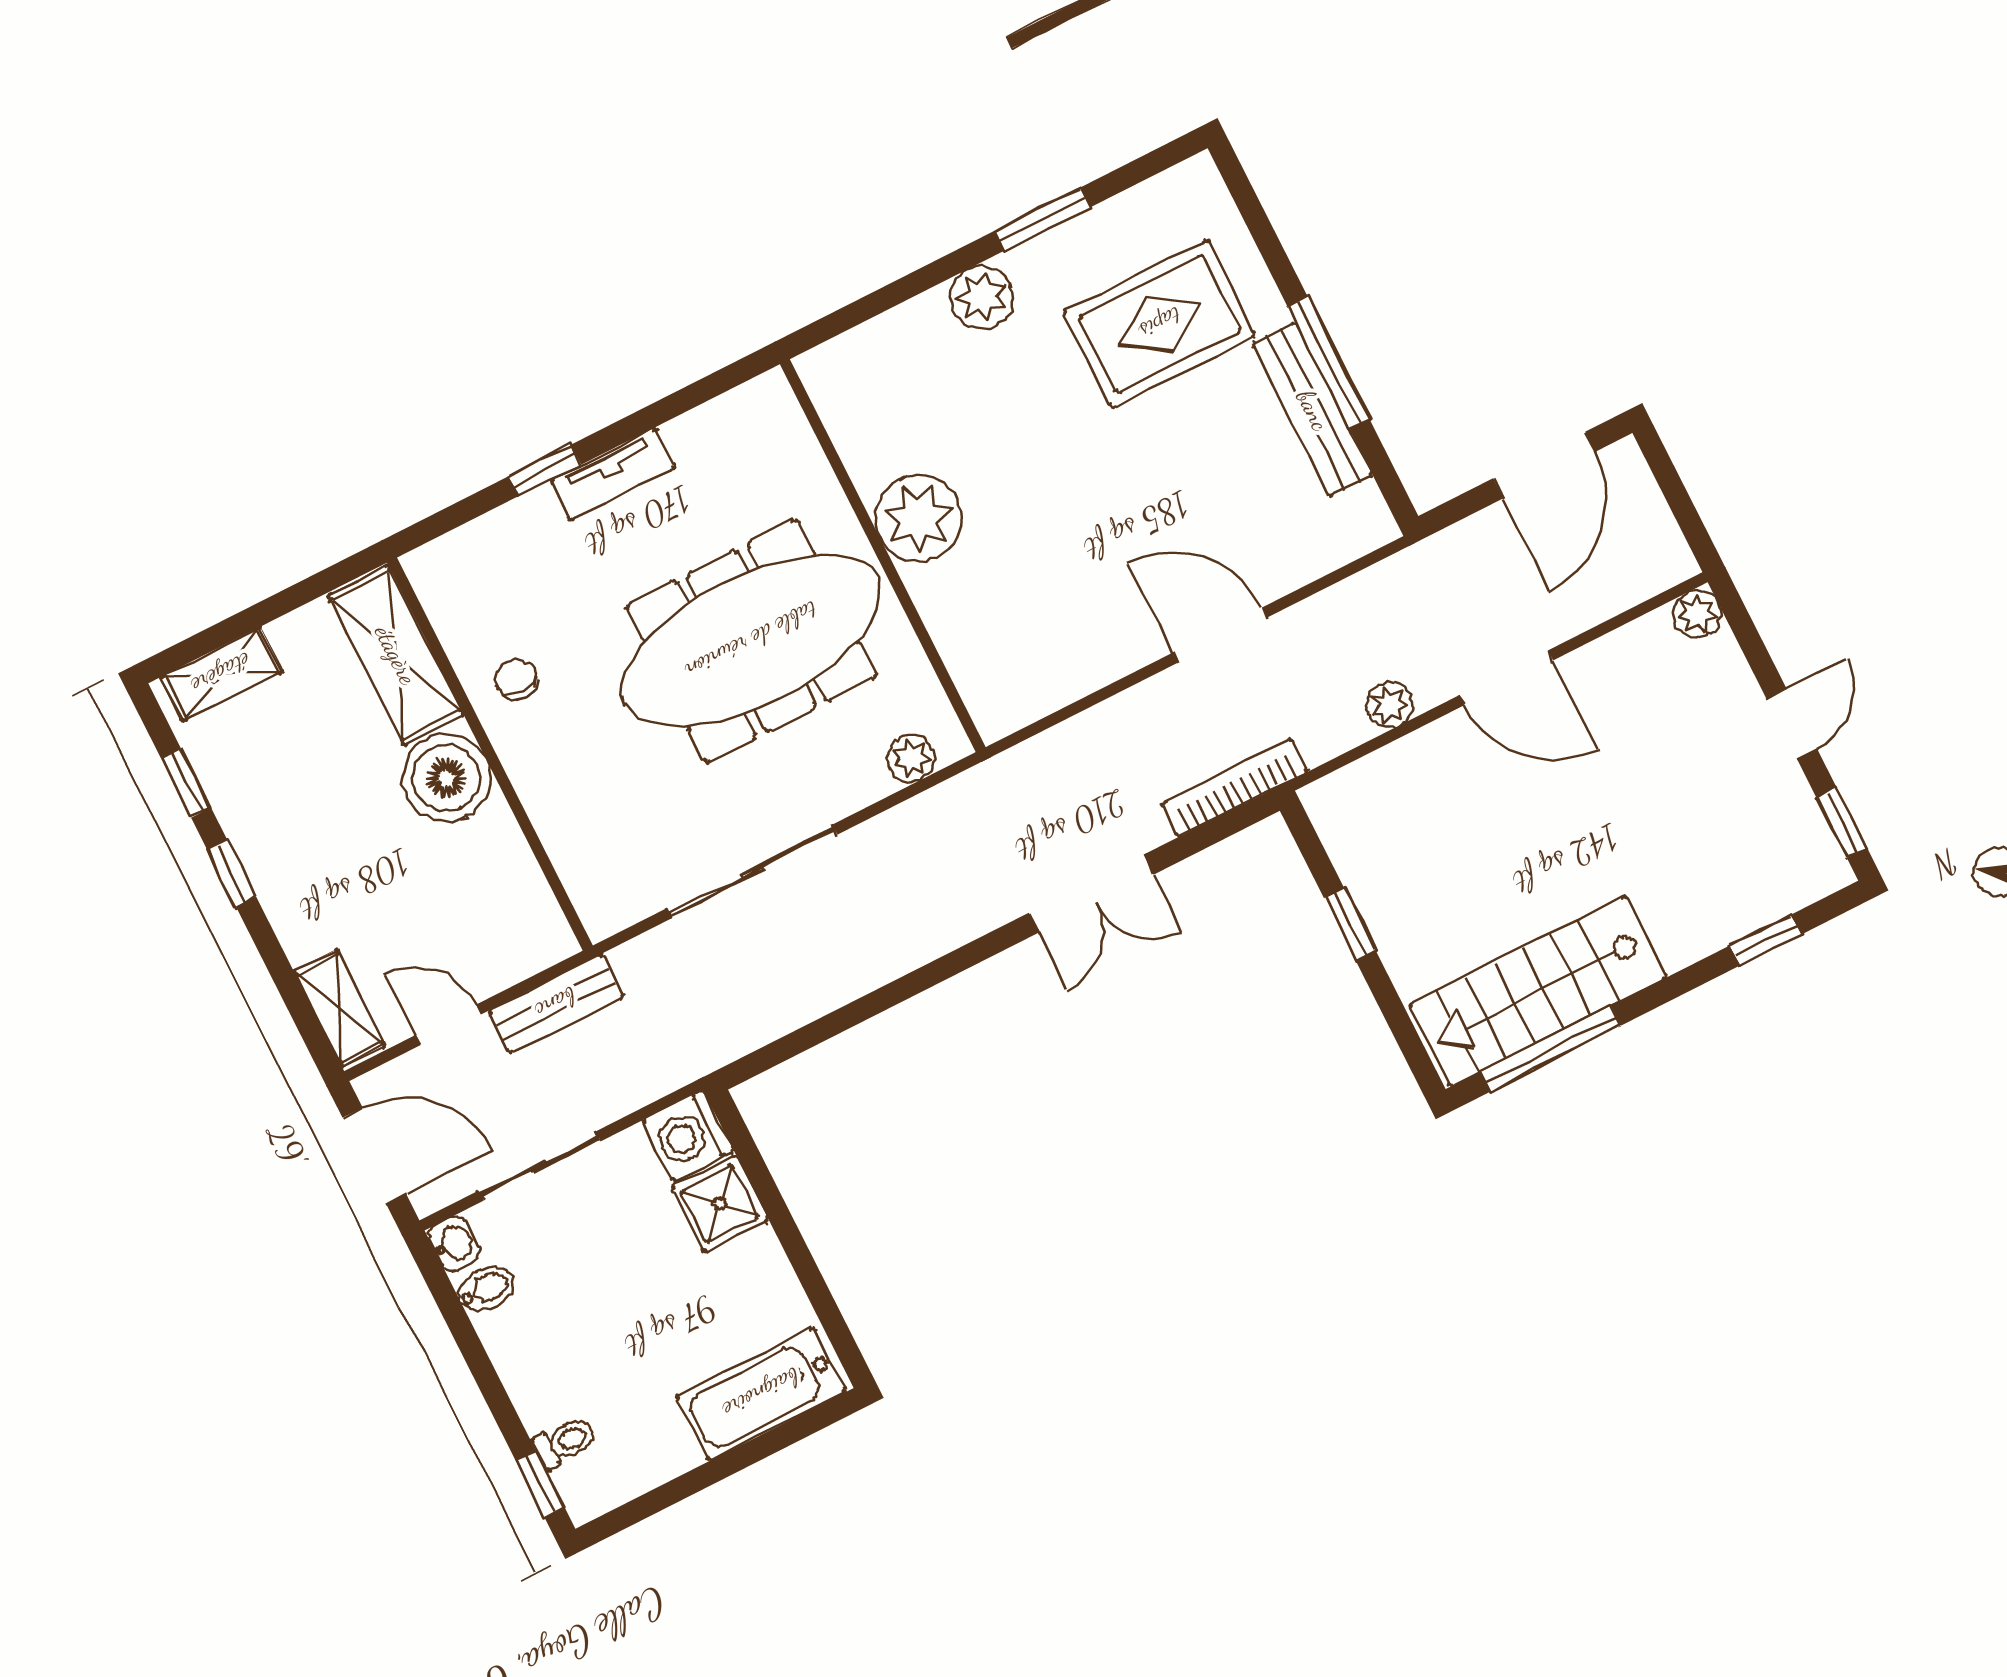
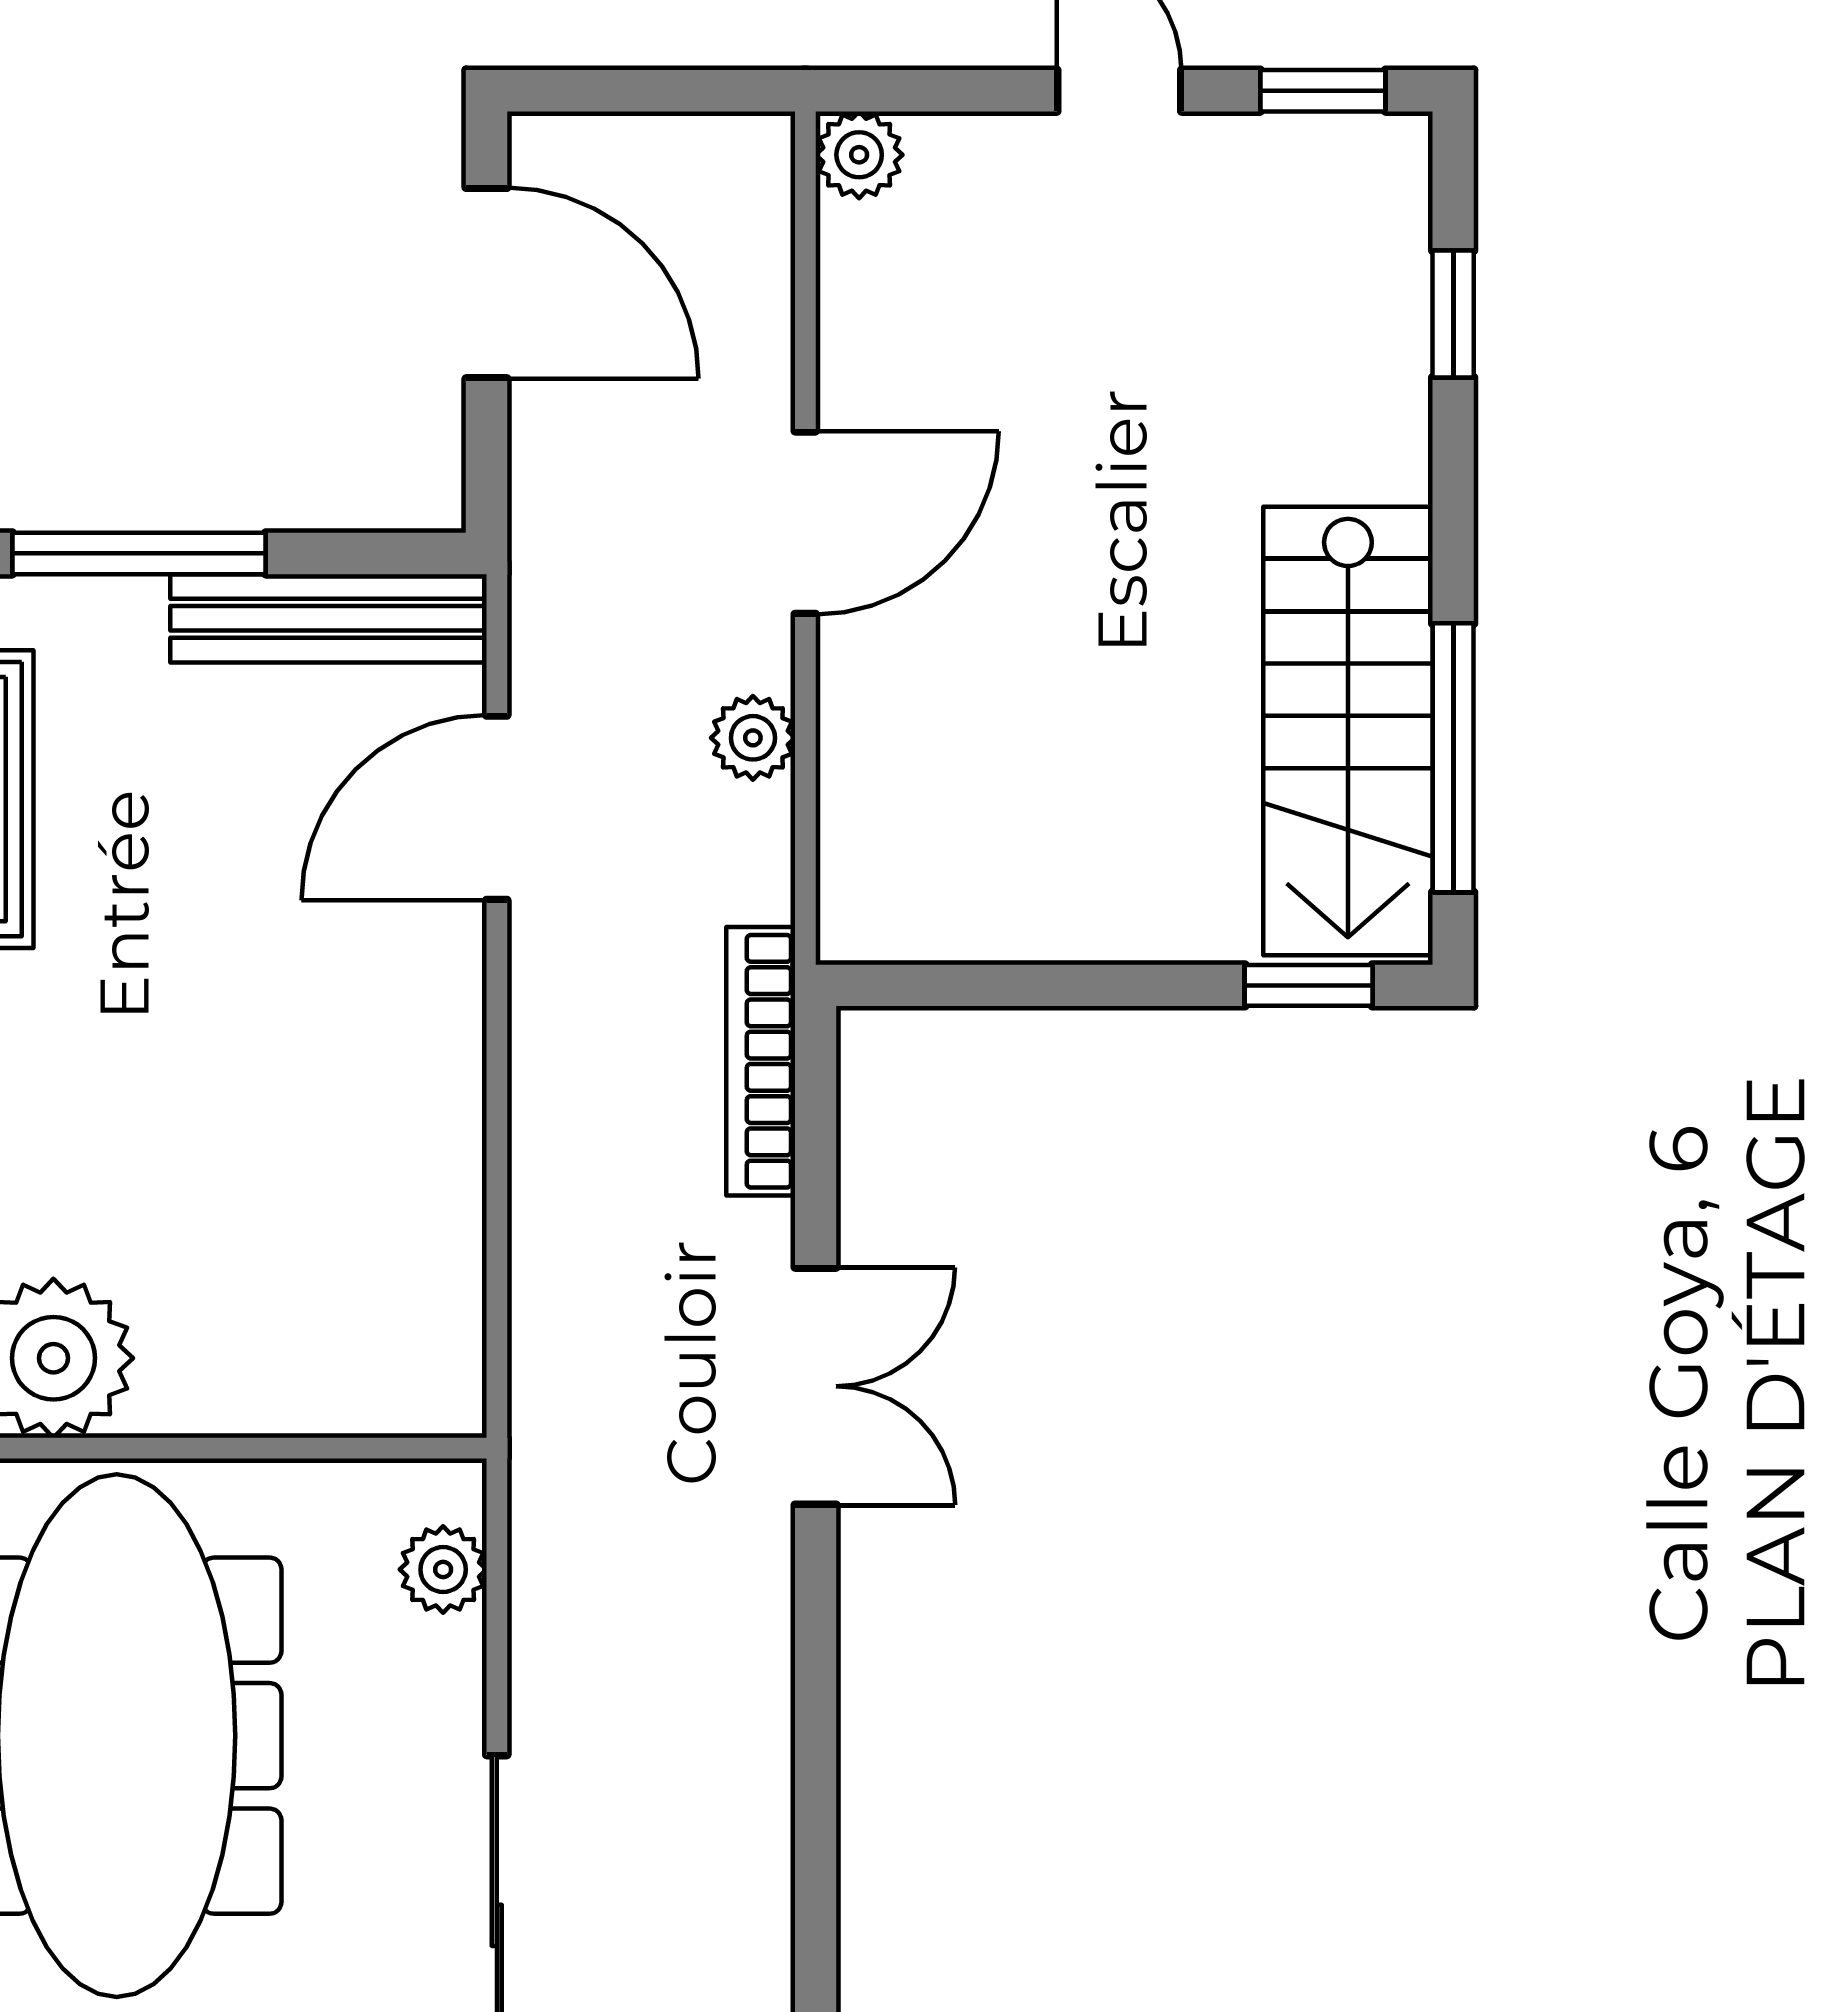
bench: (1313, 410) -> (328, 618), moved
door: (1220, 635) -> (497, 808), moved
window: (1350, 924) -> (1309, 985), moved

